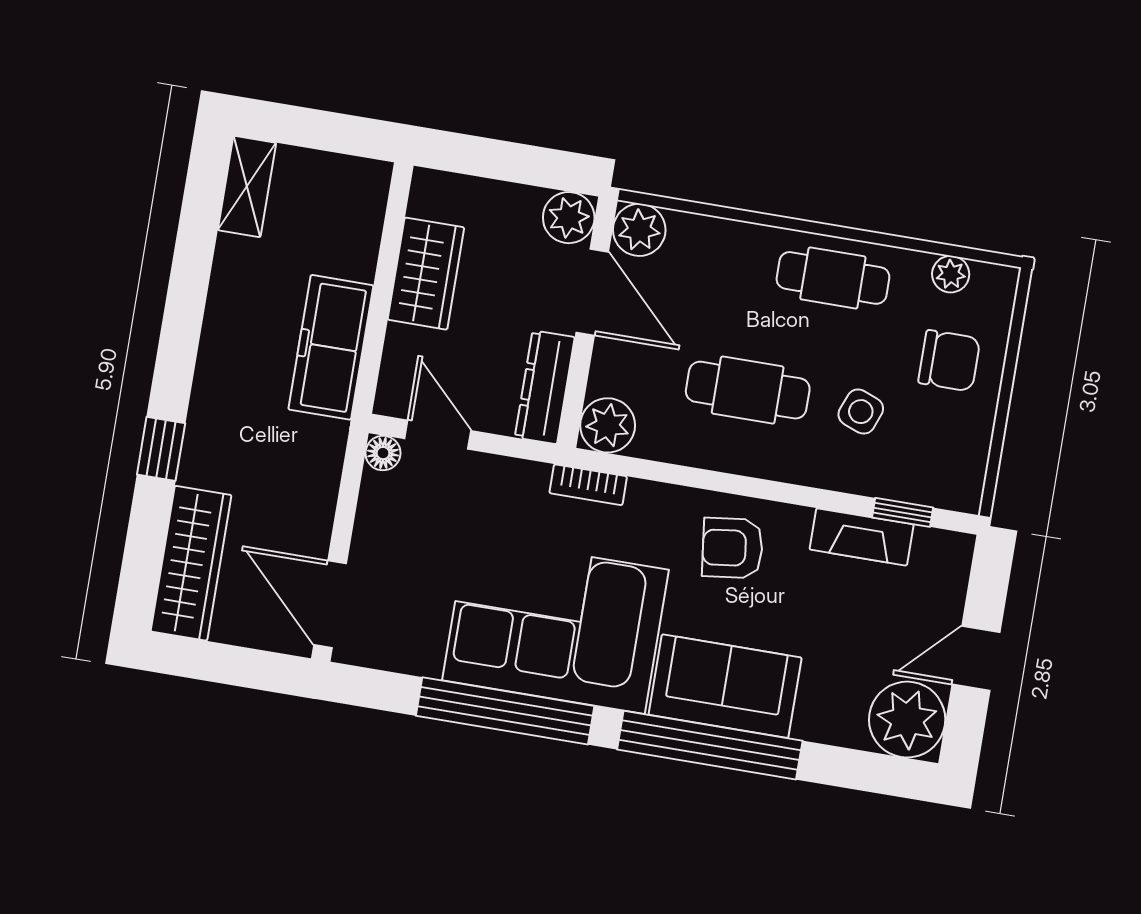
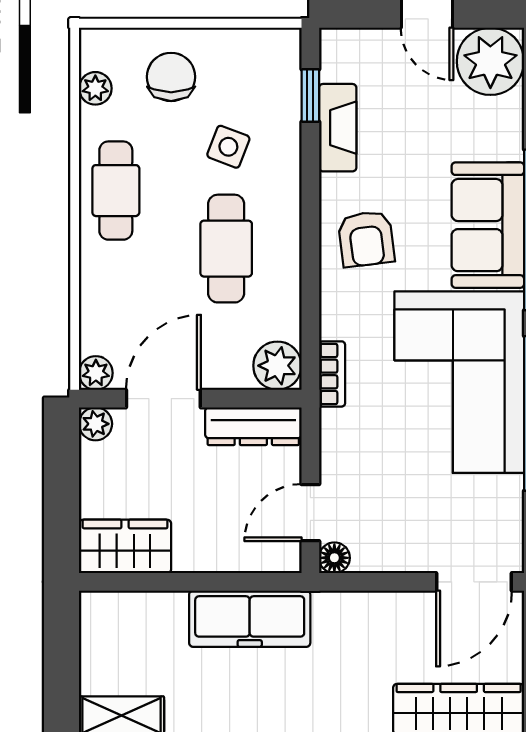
plant: (569, 218) -> (96, 424), width x0.73, depth x0.73
plant: (639, 230) -> (96, 373), width x0.73, depth x0.73
wardrobe: (426, 274) -> (125, 546), moved

